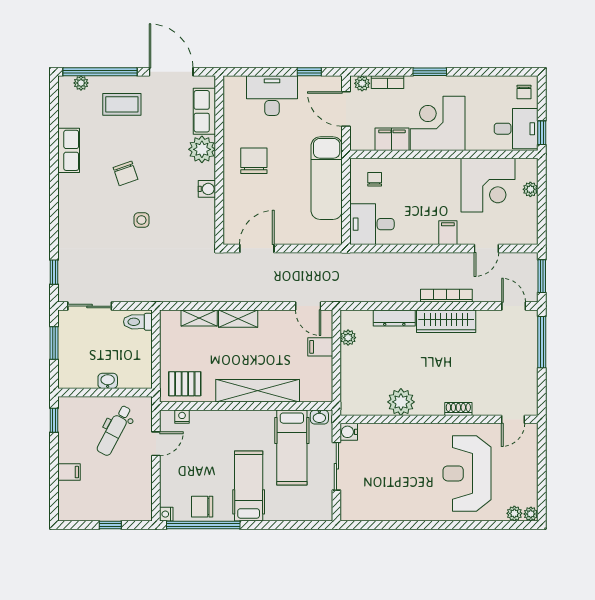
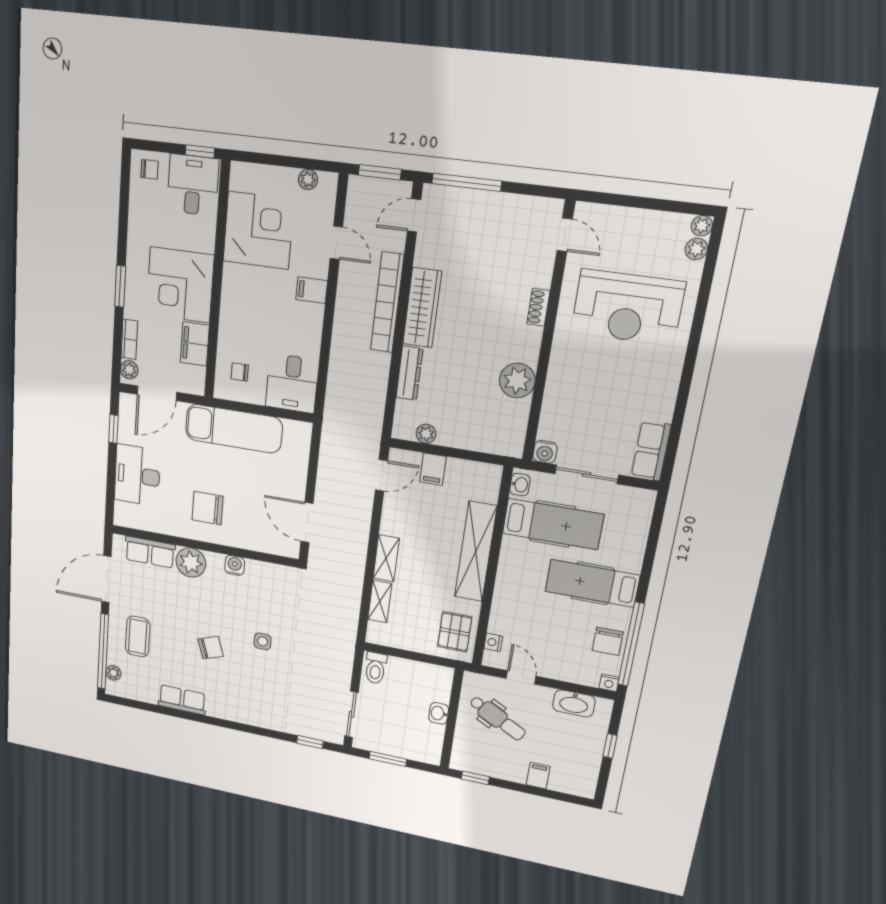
plant: (530, 189) -> (308, 180), moved
bookcase: (446, 296) -> (387, 303), width x1.48, depth x1.31
washbasin: (142, 490) -> (574, 703), added
row of seats: (363, 510) -> (651, 451), added

